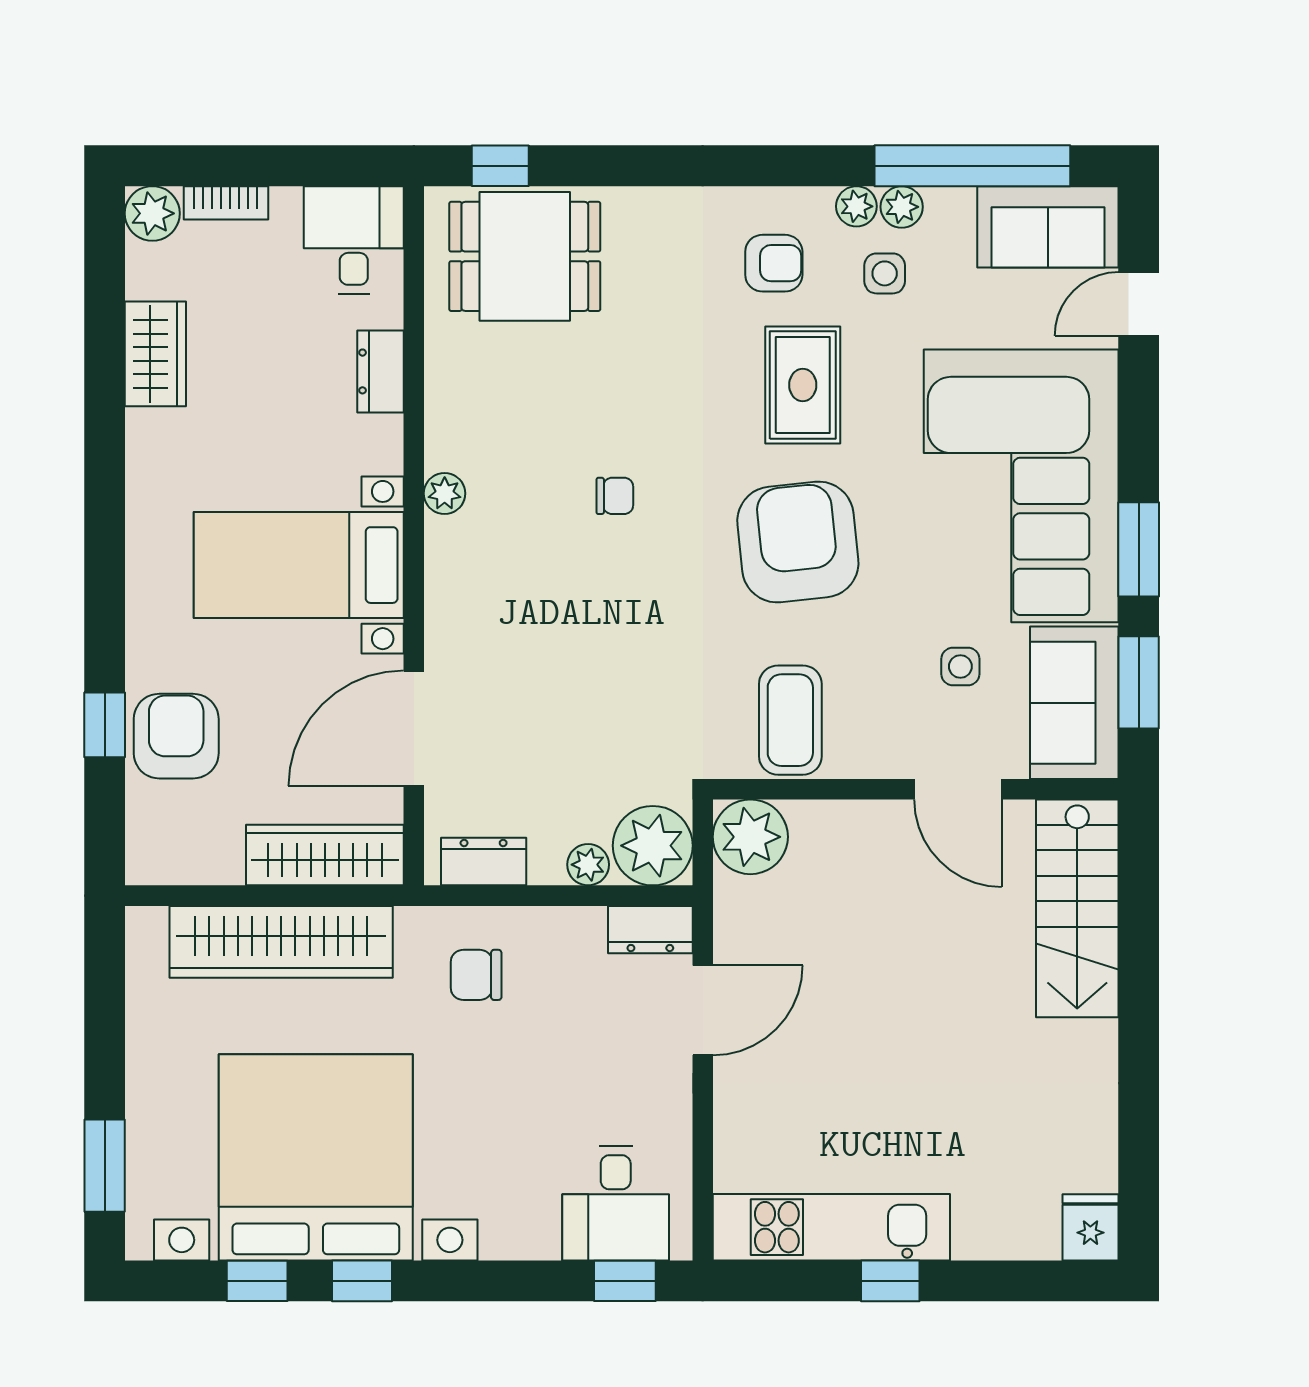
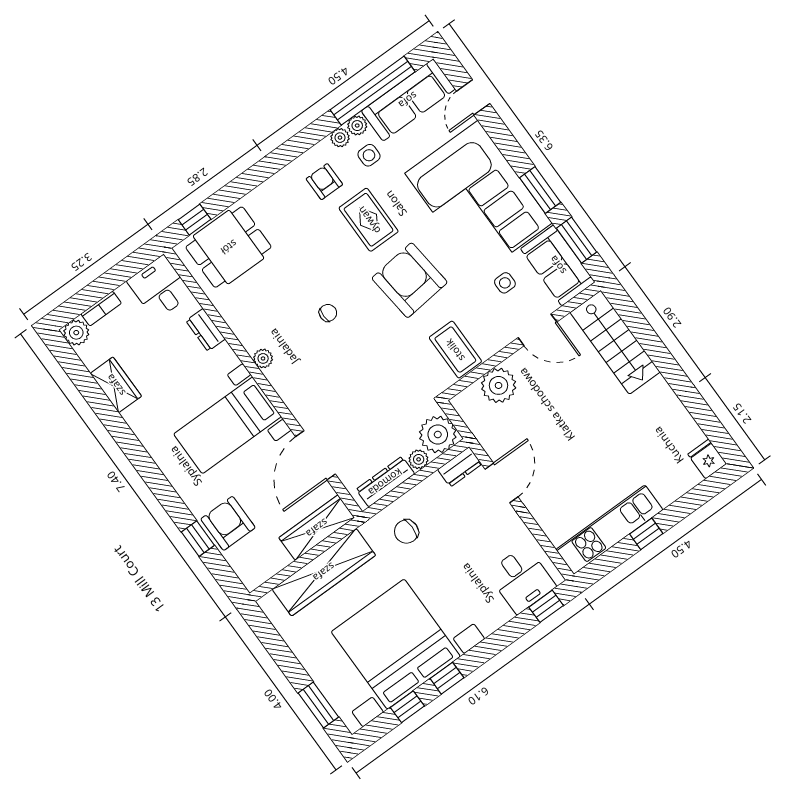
sofa: (1048, 227) -> (408, 100), width x1.36
armchair: (774, 263) -> (324, 182), turned -90
plant: (750, 837) -> (499, 385), moved
dresser: (484, 862) -> (385, 482), width x1.44

